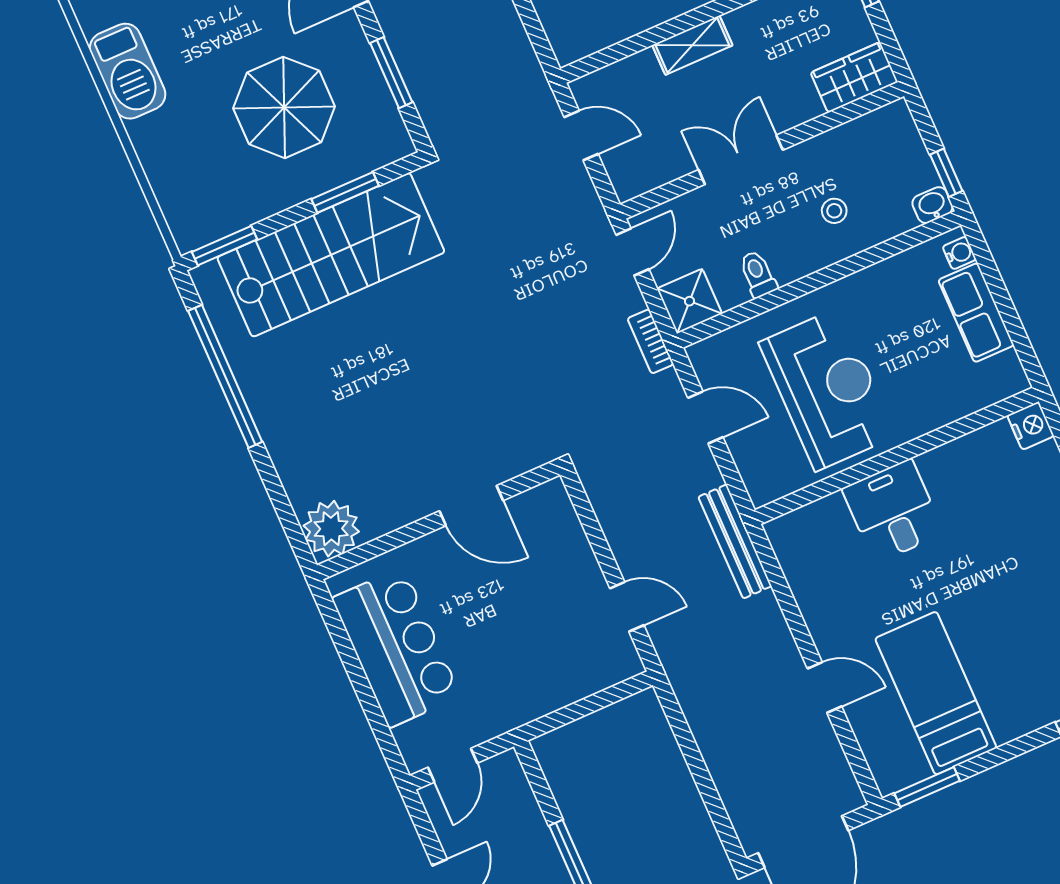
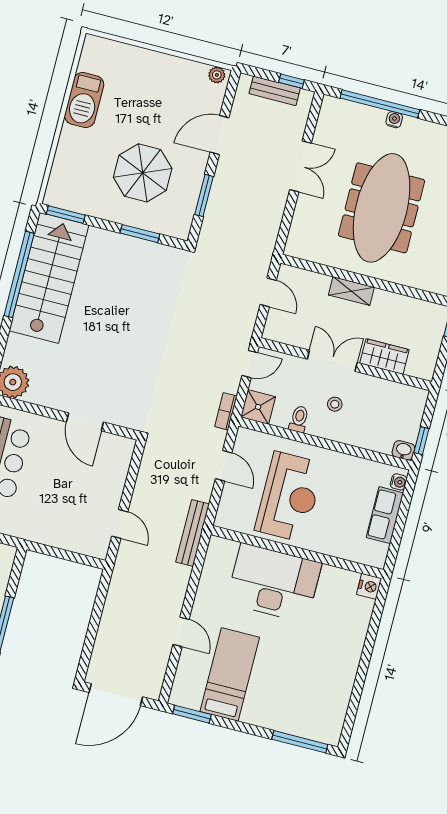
wardrobe: (854, 77) -> (384, 356), moved
stool: (834, 211) -> (335, 404), moved
stairs: (331, 255) -> (49, 278), moved, turned -90
desk: (893, 511) -> (274, 583), width x1.87, depth x1.30

